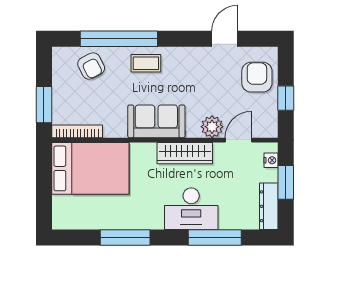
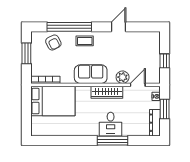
door: (225, 39) -> (119, 27), moved
armchair: (257, 77) -> (148, 49), removed
window: (44, 105) -> (26, 53), moved
desk: (191, 209) -> (111, 124), width x0.73
window: (125, 238) -> (73, 141), removed
window: (215, 238) -> (112, 141), moved

